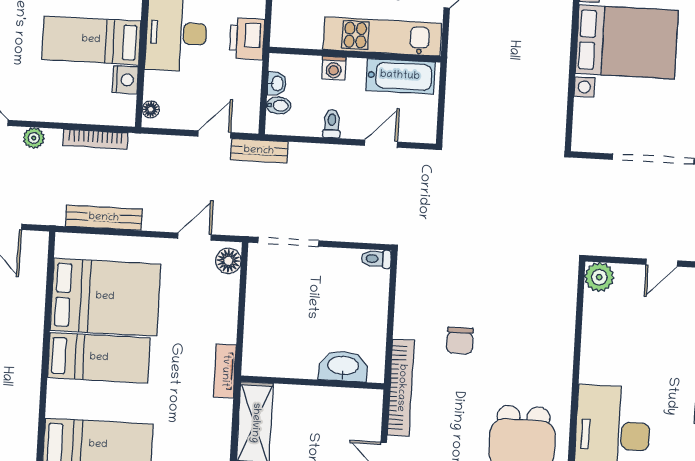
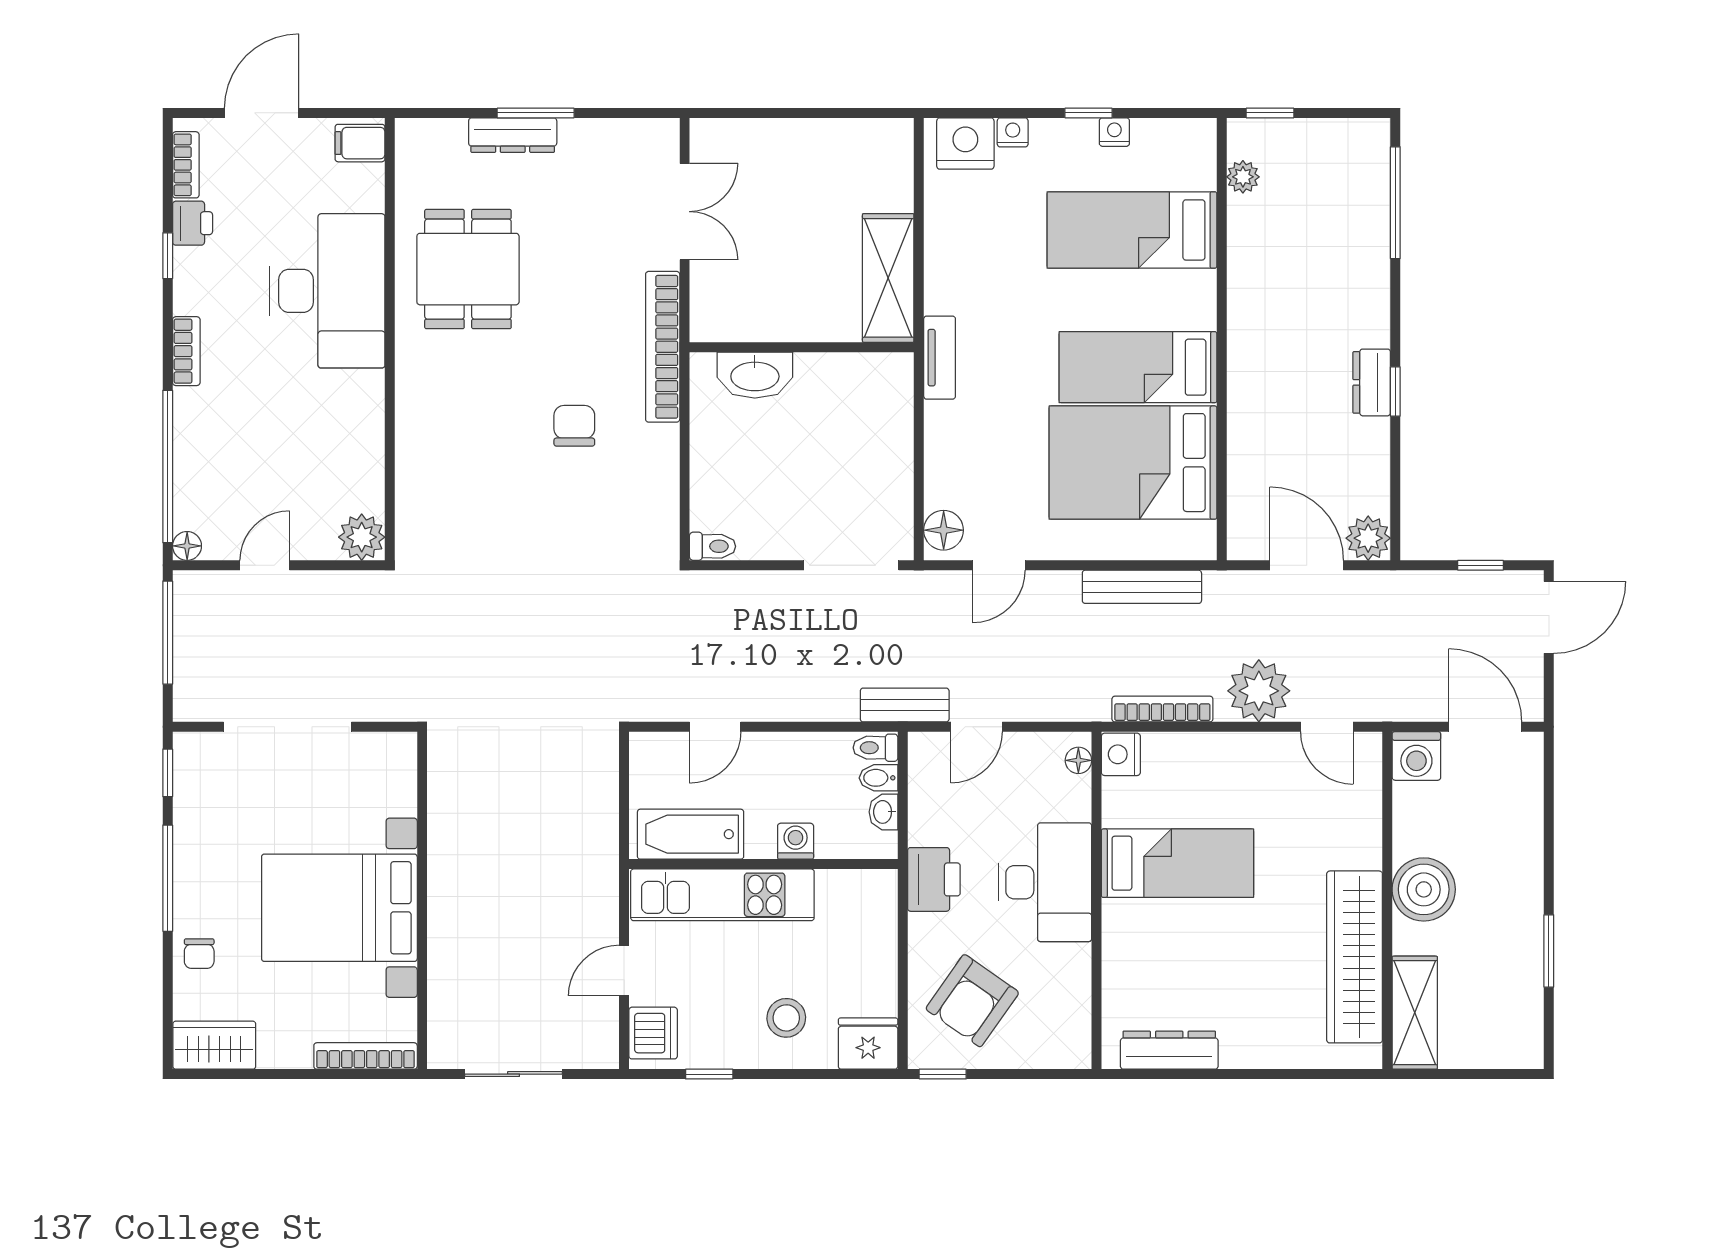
nightstand: (125, 80) -> (1121, 754), moved
toilet: (332, 124) -> (876, 748), moved, turned 90
plant: (34, 138) -> (1259, 691), width x1.87, depth x1.87

